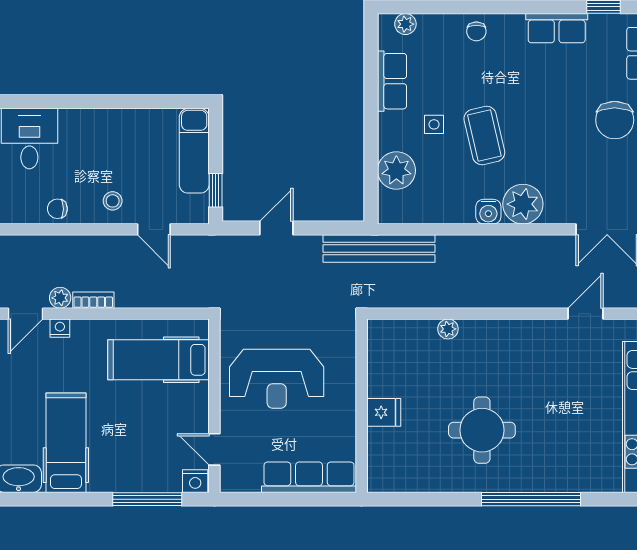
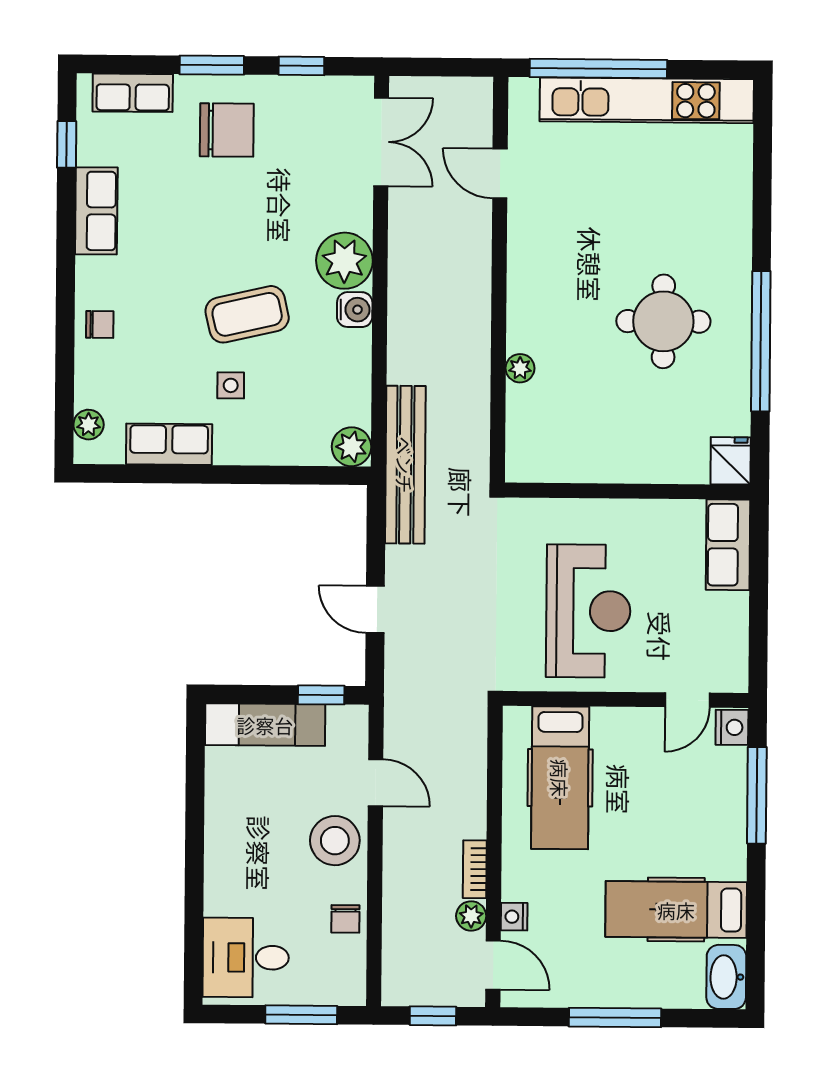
plant: (396, 170) -> (351, 447), moved, width x0.73, depth x0.73
stool: (113, 201) -> (335, 841), width x1.89, depth x1.89
door: (154, 229) -> (376, 783), hinge flipped
fridge: (384, 412) -> (731, 461), moved
row of seats: (309, 477) -> (728, 545), width x0.68
window: (531, 499) -> (761, 341), moved

